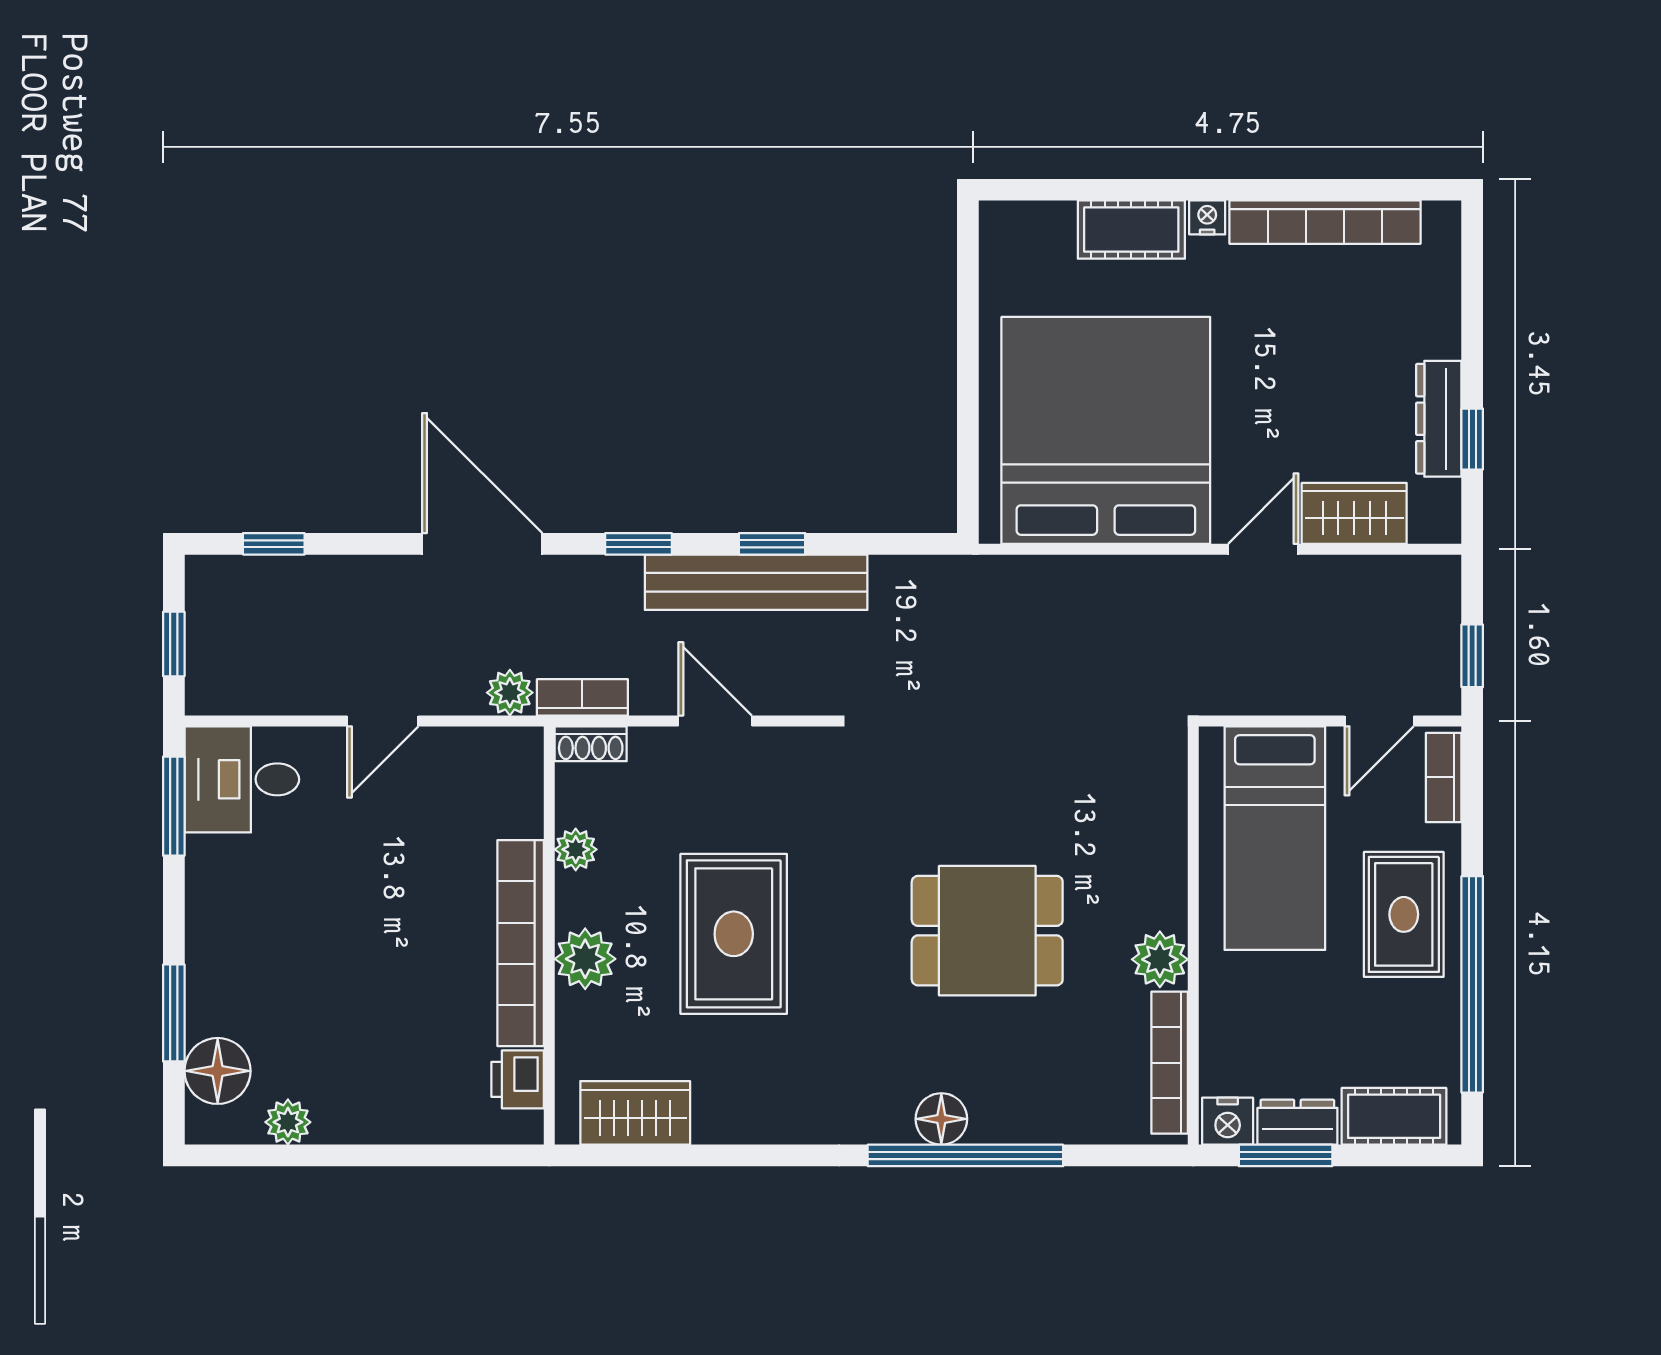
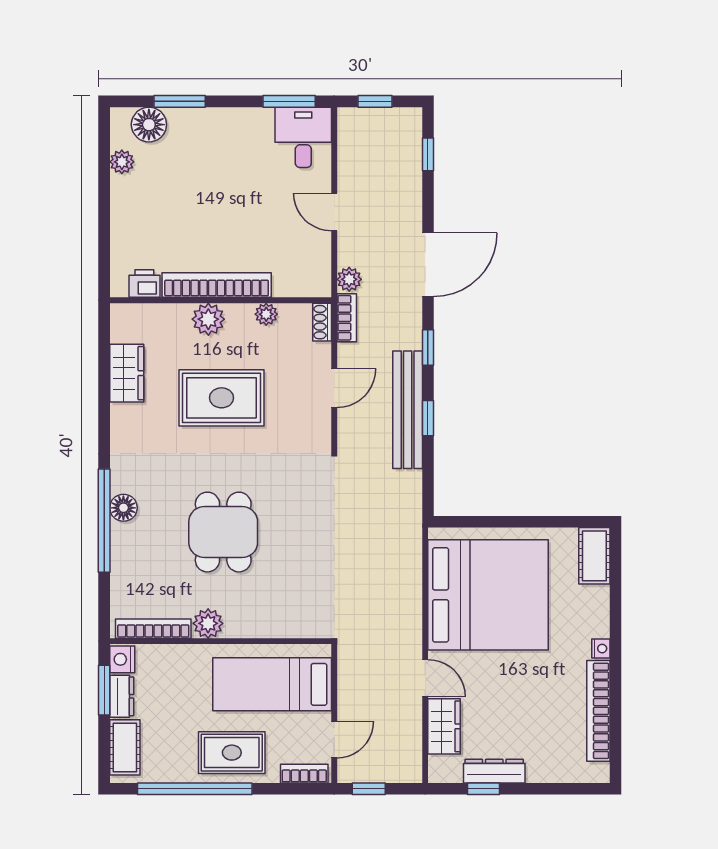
cot: (1131, 230) -> (594, 556), moved
door: (1379, 721) -> (334, 740), swing flipped
wardrobe: (635, 1113) -> (127, 373), moved

